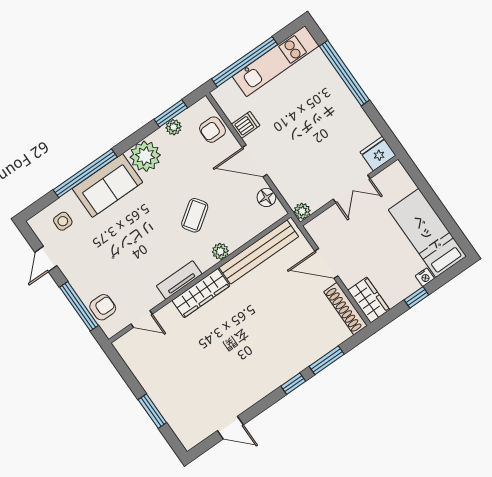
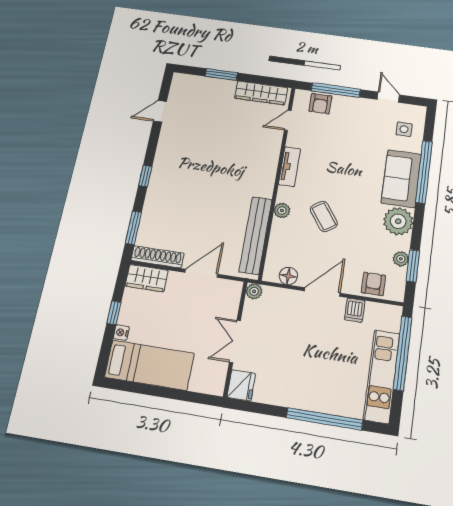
wardrobe: (201, 293) -> (261, 93), moved, turned -90
window: (327, 360) -> (133, 228), moved

